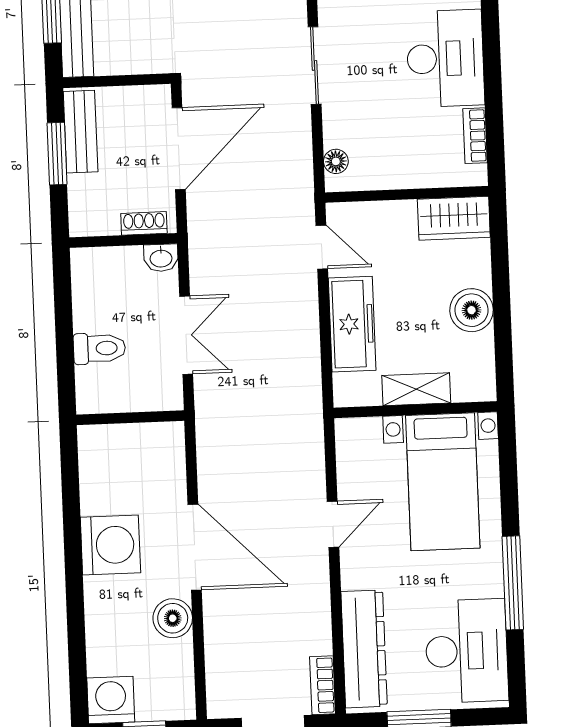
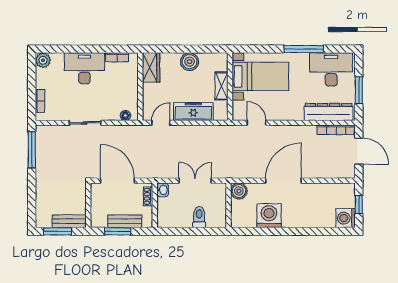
bench: (81, 132) -> (125, 221), moved
door: (333, 524) -> (256, 123), moved
washing machine: (110, 545) -> (269, 216), moved
boiler: (173, 618) -> (239, 191), moved
bookcase: (323, 685) -> (336, 130), width x1.56

